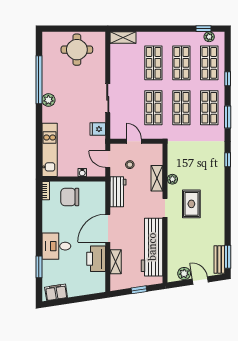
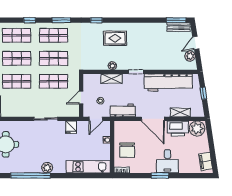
rug: (191, 204) -> (115, 38), moved
window: (39, 267) -> (160, 176), moved
plant: (96, 282) -> (197, 129), added

